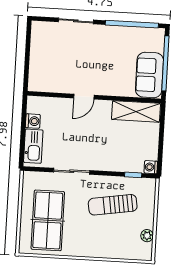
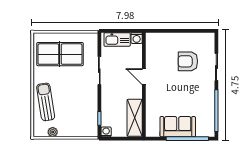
armchair: (67, 57) -> (188, 61), added
door: (84, 97) -> (144, 77), moved
wall: (94, 97) -> (144, 85), moved
shelving: (136, 111) -> (135, 118), moved
sun lounger: (113, 205) -> (46, 102), moved

